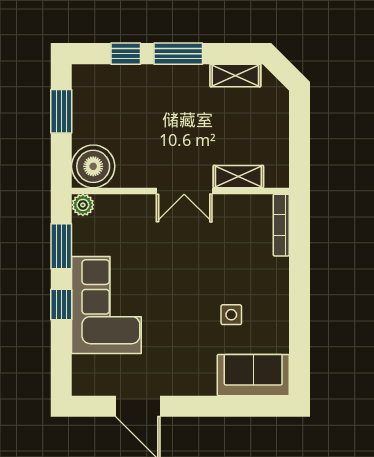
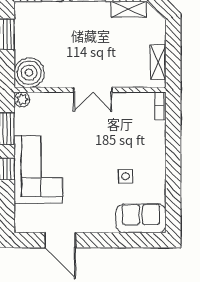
shelving: (238, 177) -> (158, 62), moved, turned 90
bookcase: (281, 225) -> (160, 106), width x0.64

